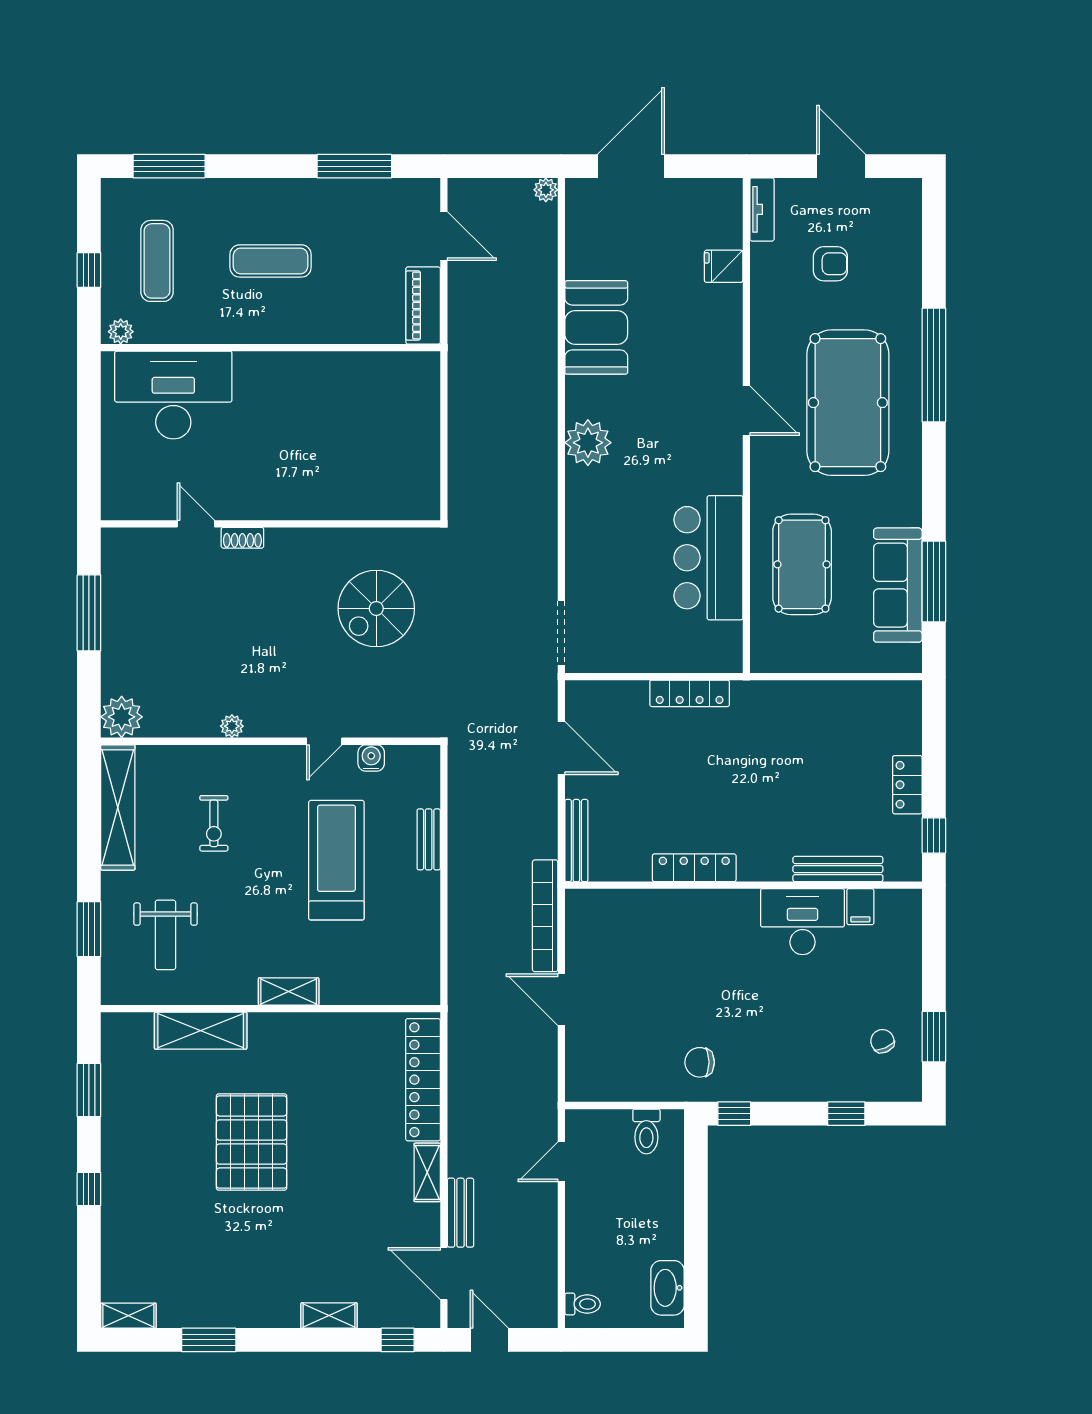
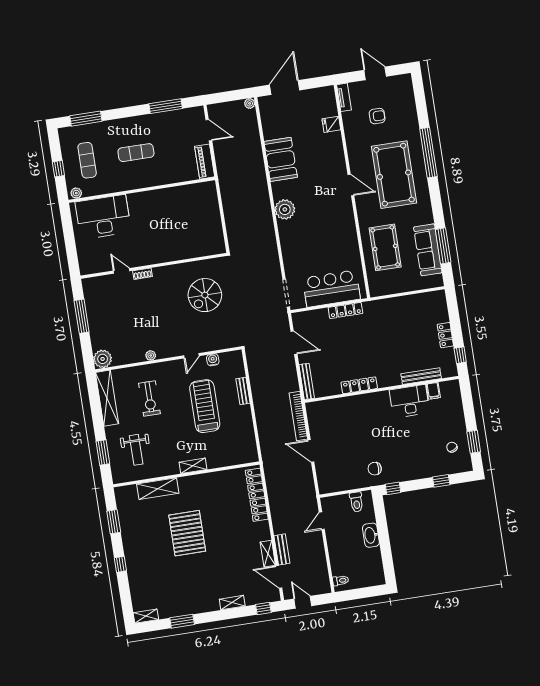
bar counter: (708, 558) -> (331, 289), moved, turned 90
exercise bike: (214, 823) -> (149, 398), width x1.38, depth x1.39
shelving: (427, 1172) -> (268, 554), moved
washbasin: (667, 1288) -> (371, 535), moved

